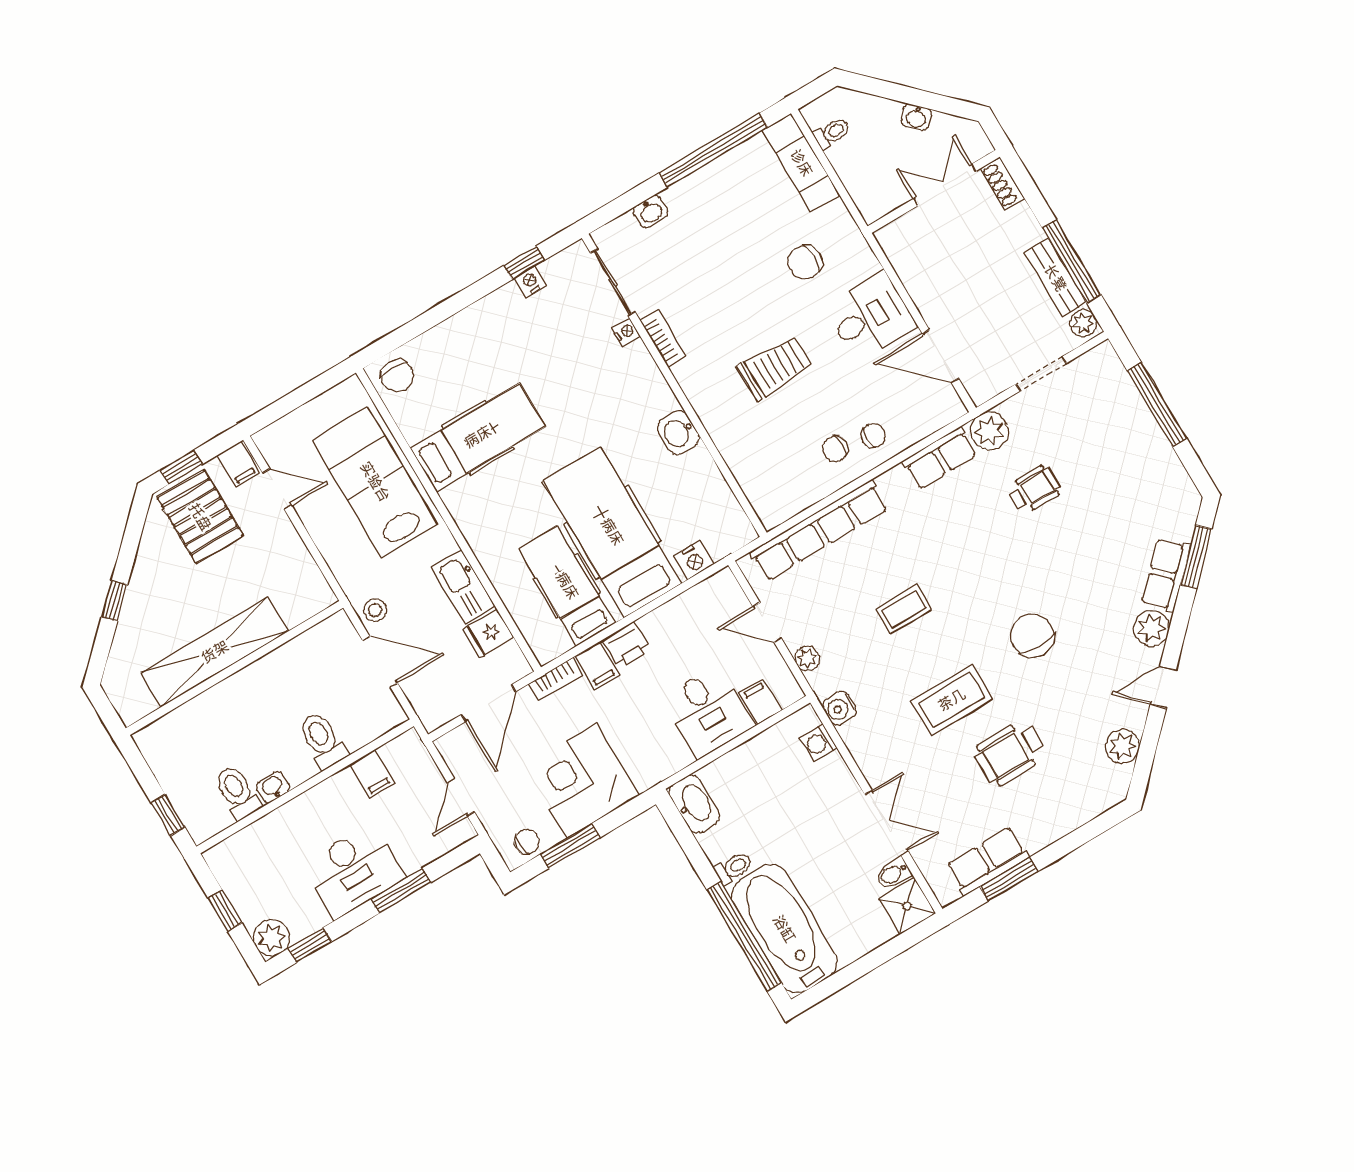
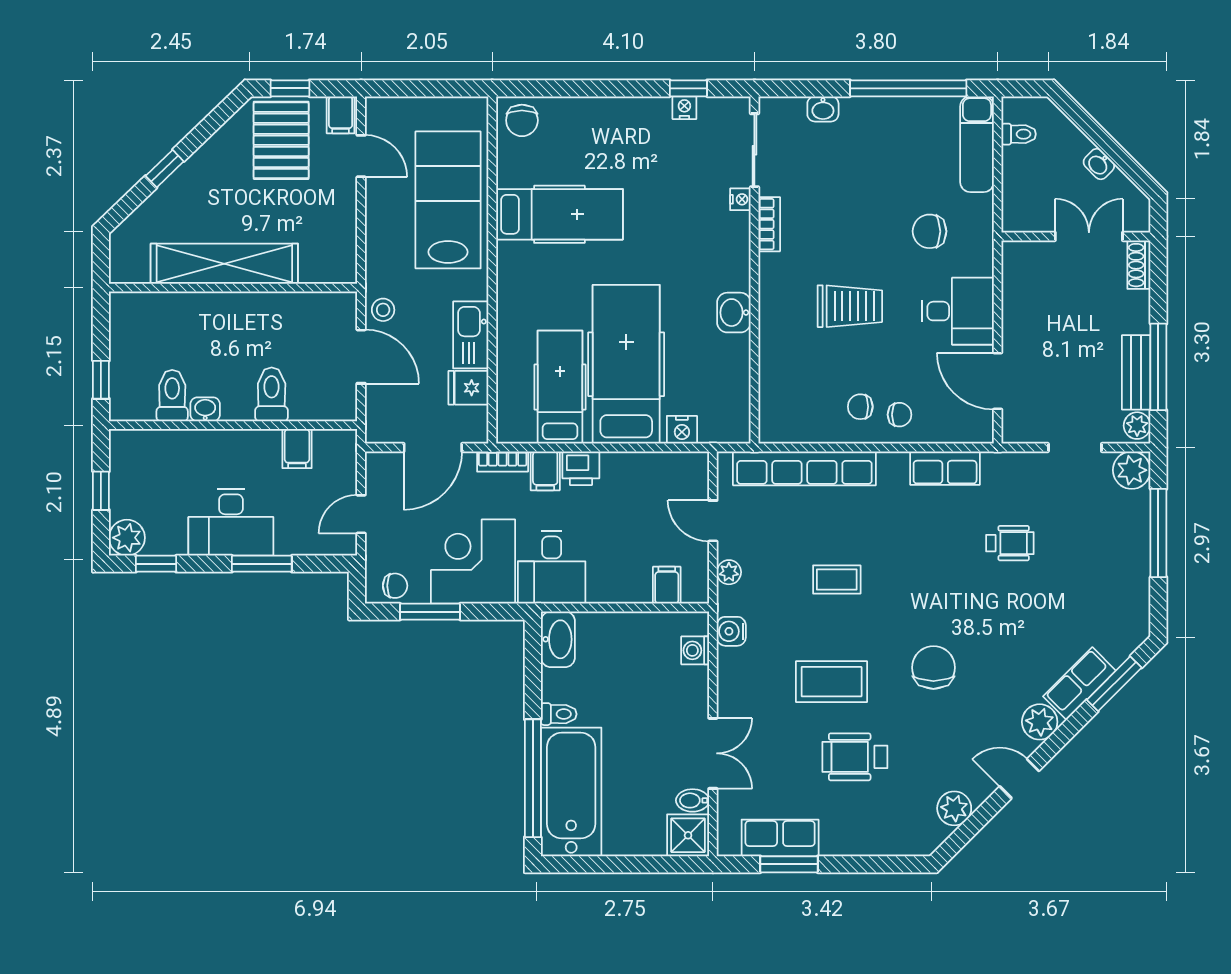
plant: (989, 431) -> (1132, 470), moved
desk: (708, 712) -> (552, 567), moved

